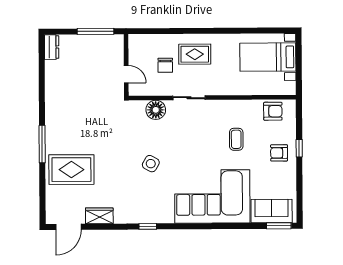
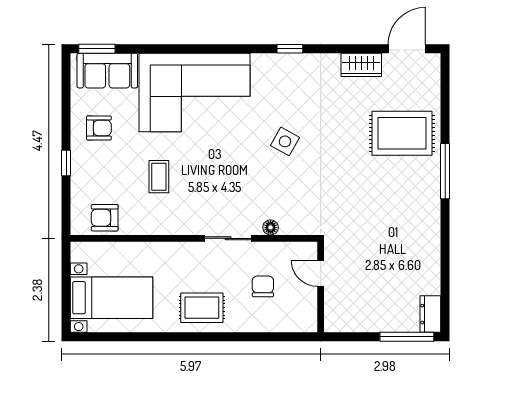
window: (96, 31) -> (407, 337), moved
rug: (195, 54) -> (202, 308), moved
floor lamp: (156, 110) -> (271, 227), width x0.53, depth x0.53
armchair: (279, 153) -> (99, 128), moved

